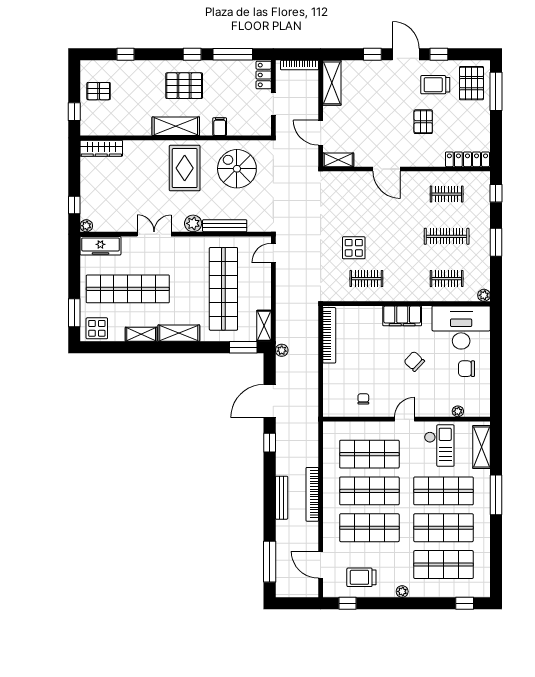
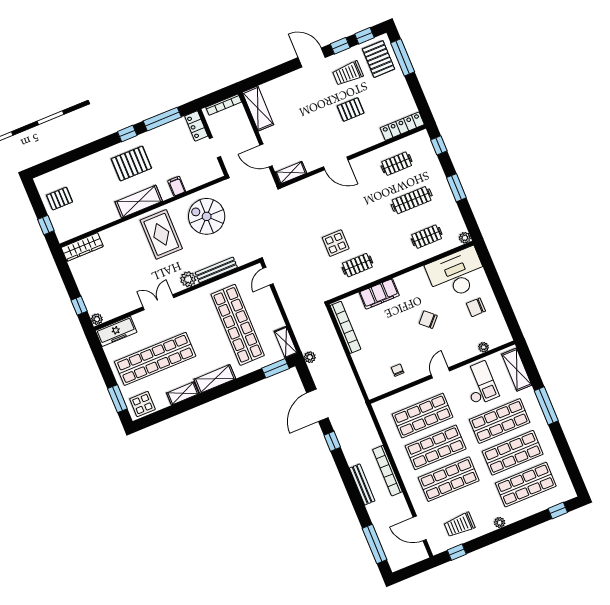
window: (125, 54) -> (70, 157), removed
window: (372, 54) -> (364, 36), moved
pallet: (423, 122) -> (351, 110), turned 90
filing cabinet: (402, 316) -> (379, 294), moved

